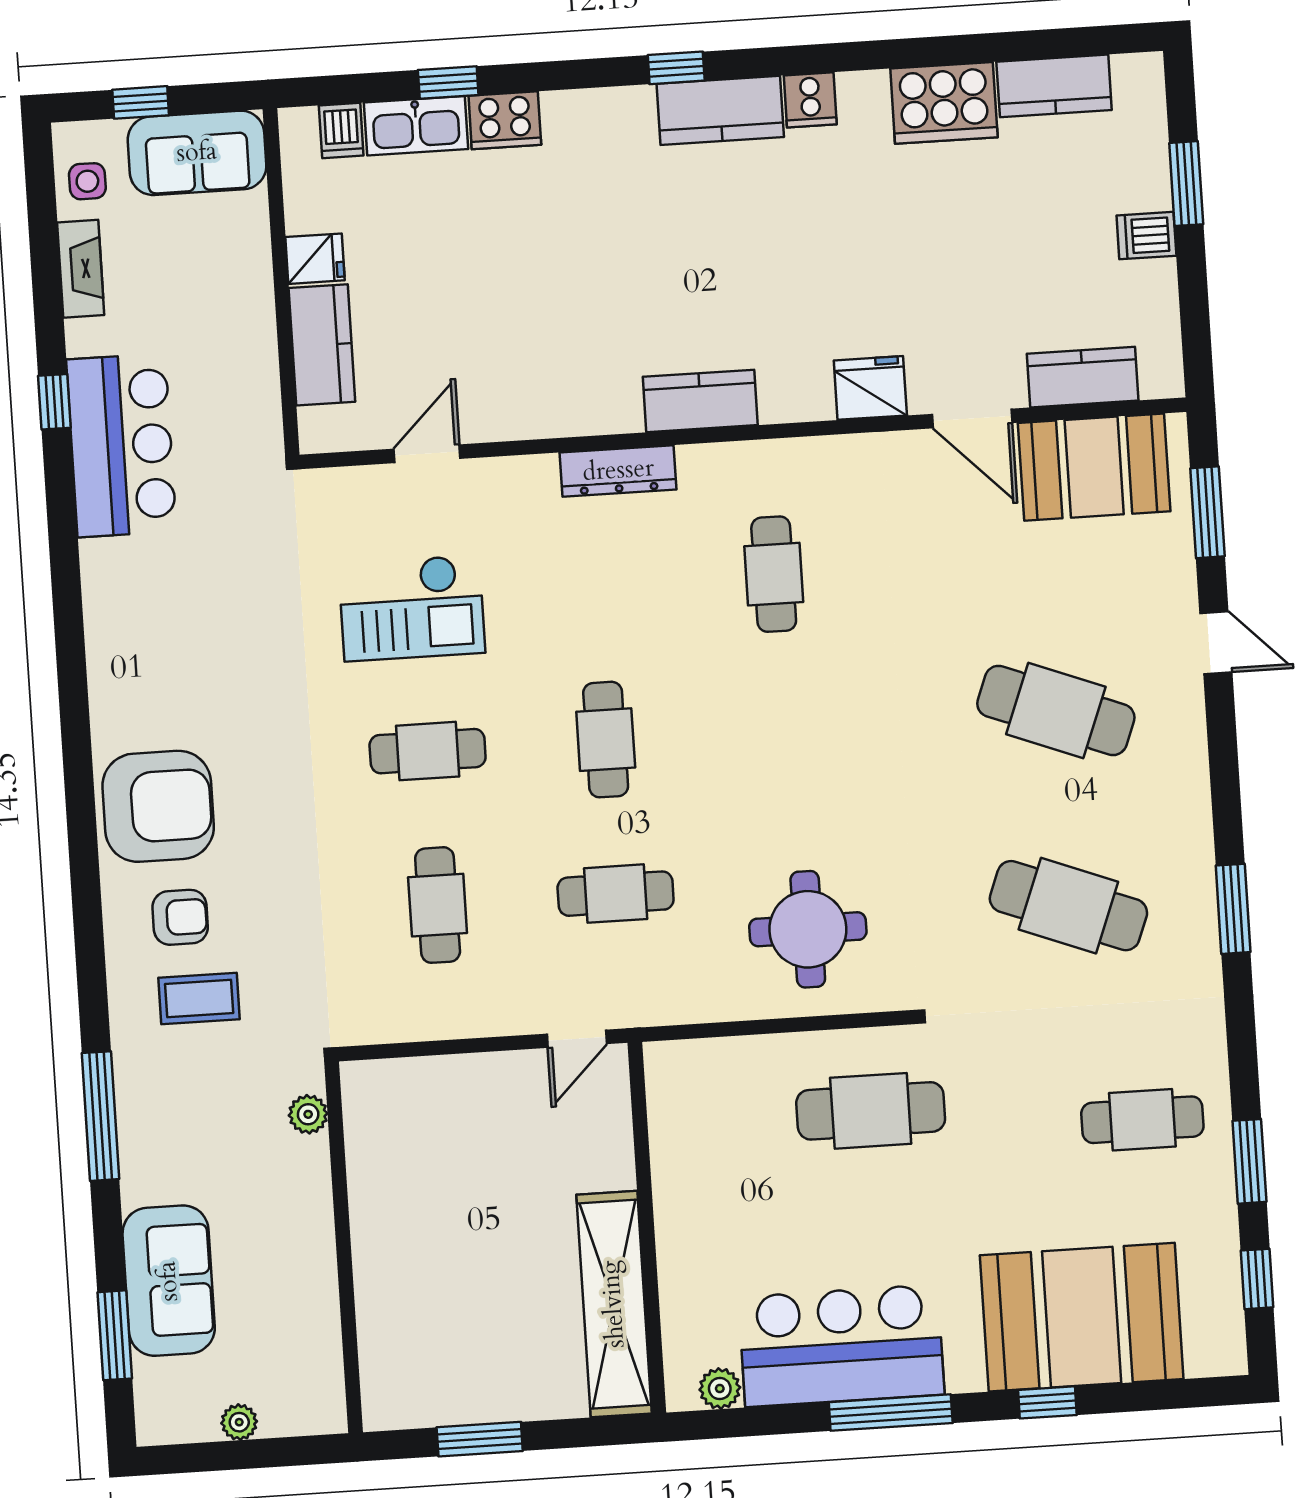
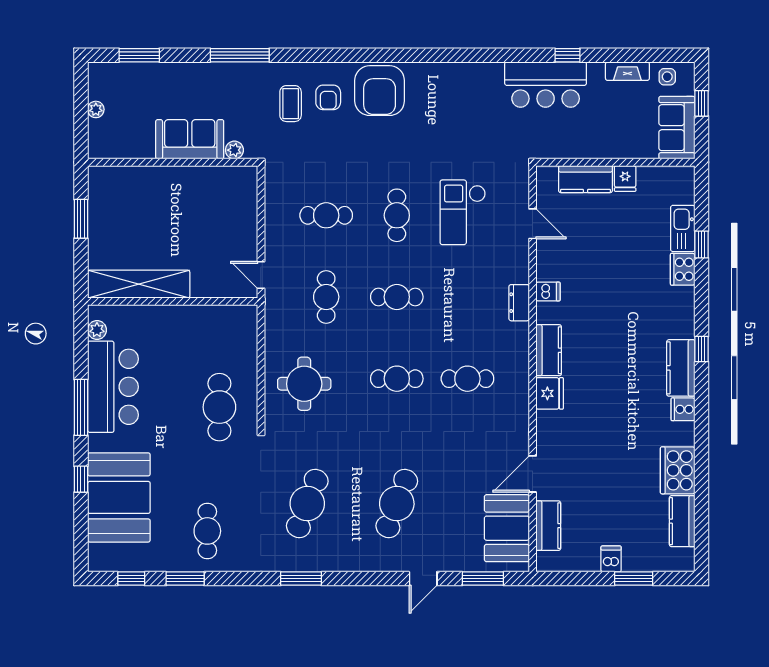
dishwasher: (341, 131) -> (548, 292), moved, turned 180
fridge: (870, 388) -> (550, 393), moved
dresser: (618, 471) -> (519, 303), width x0.70
cafe table: (784, 728) -> (397, 379), added
sofa: (169, 1281) -> (190, 139), moved, turned 180

